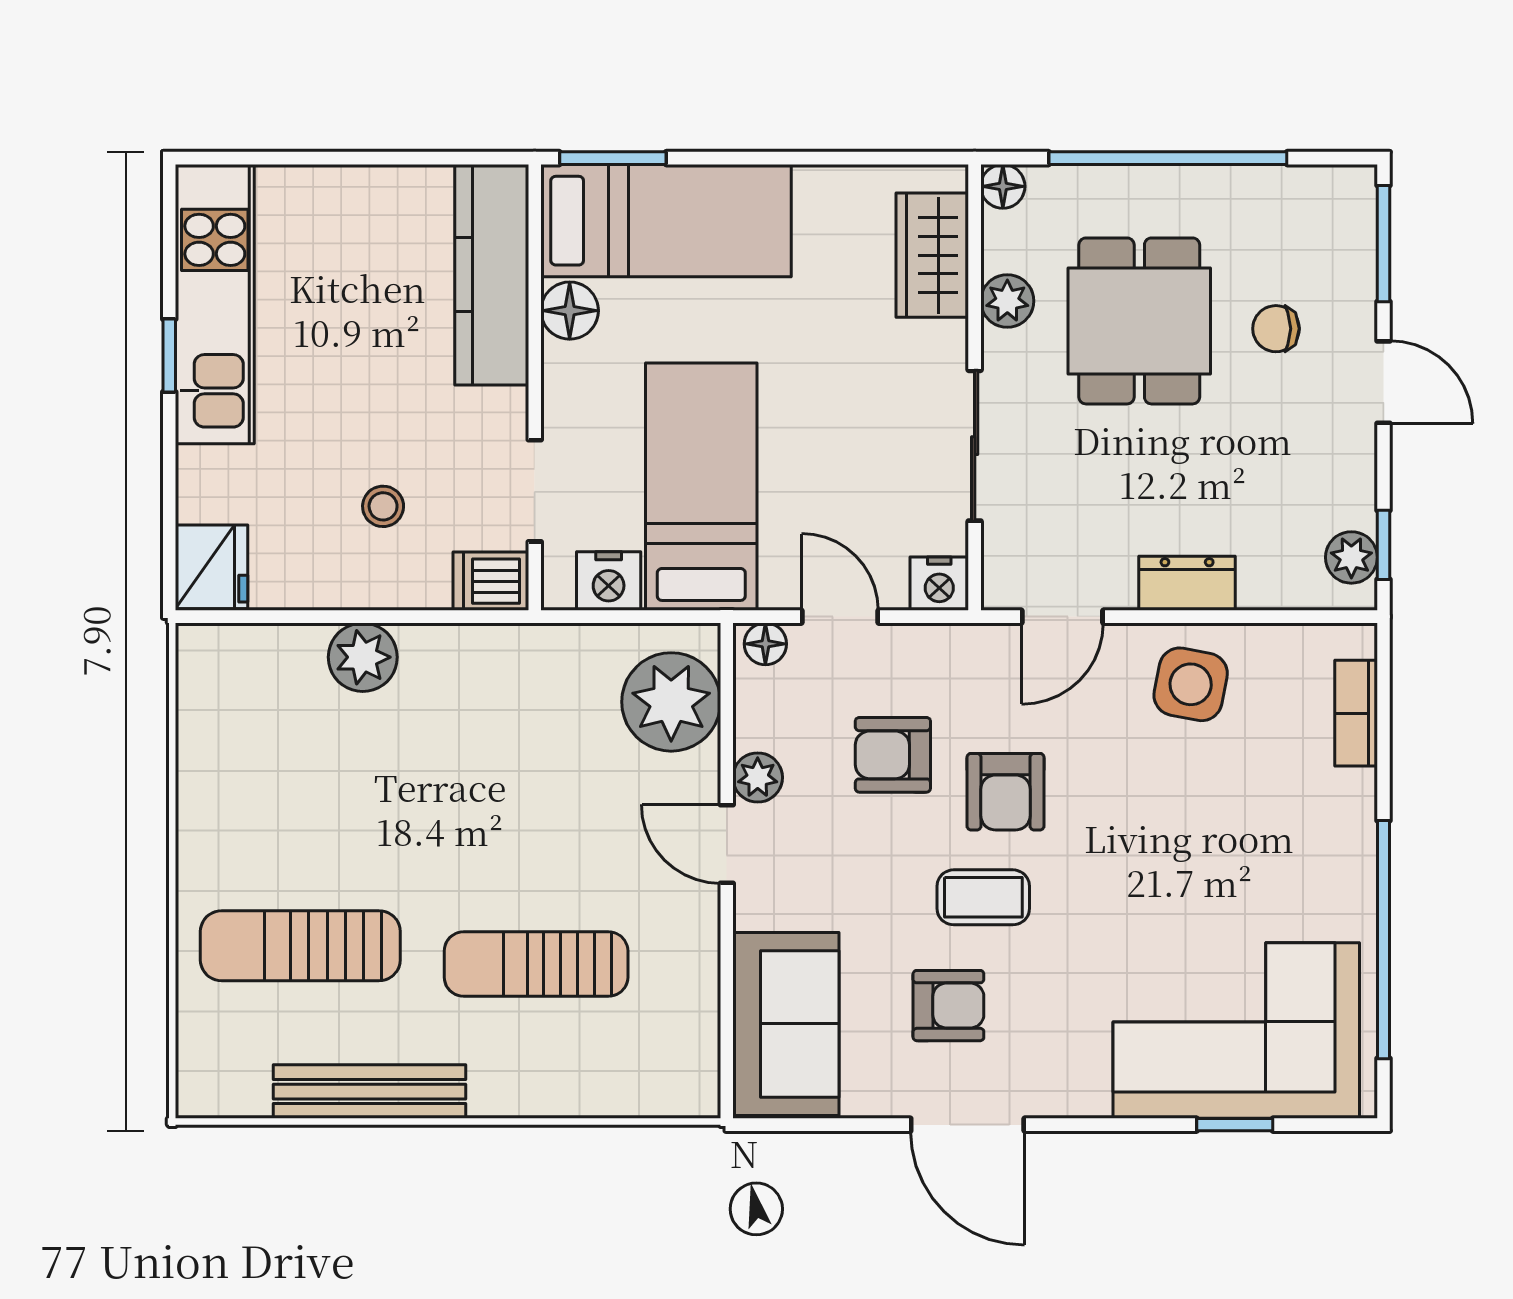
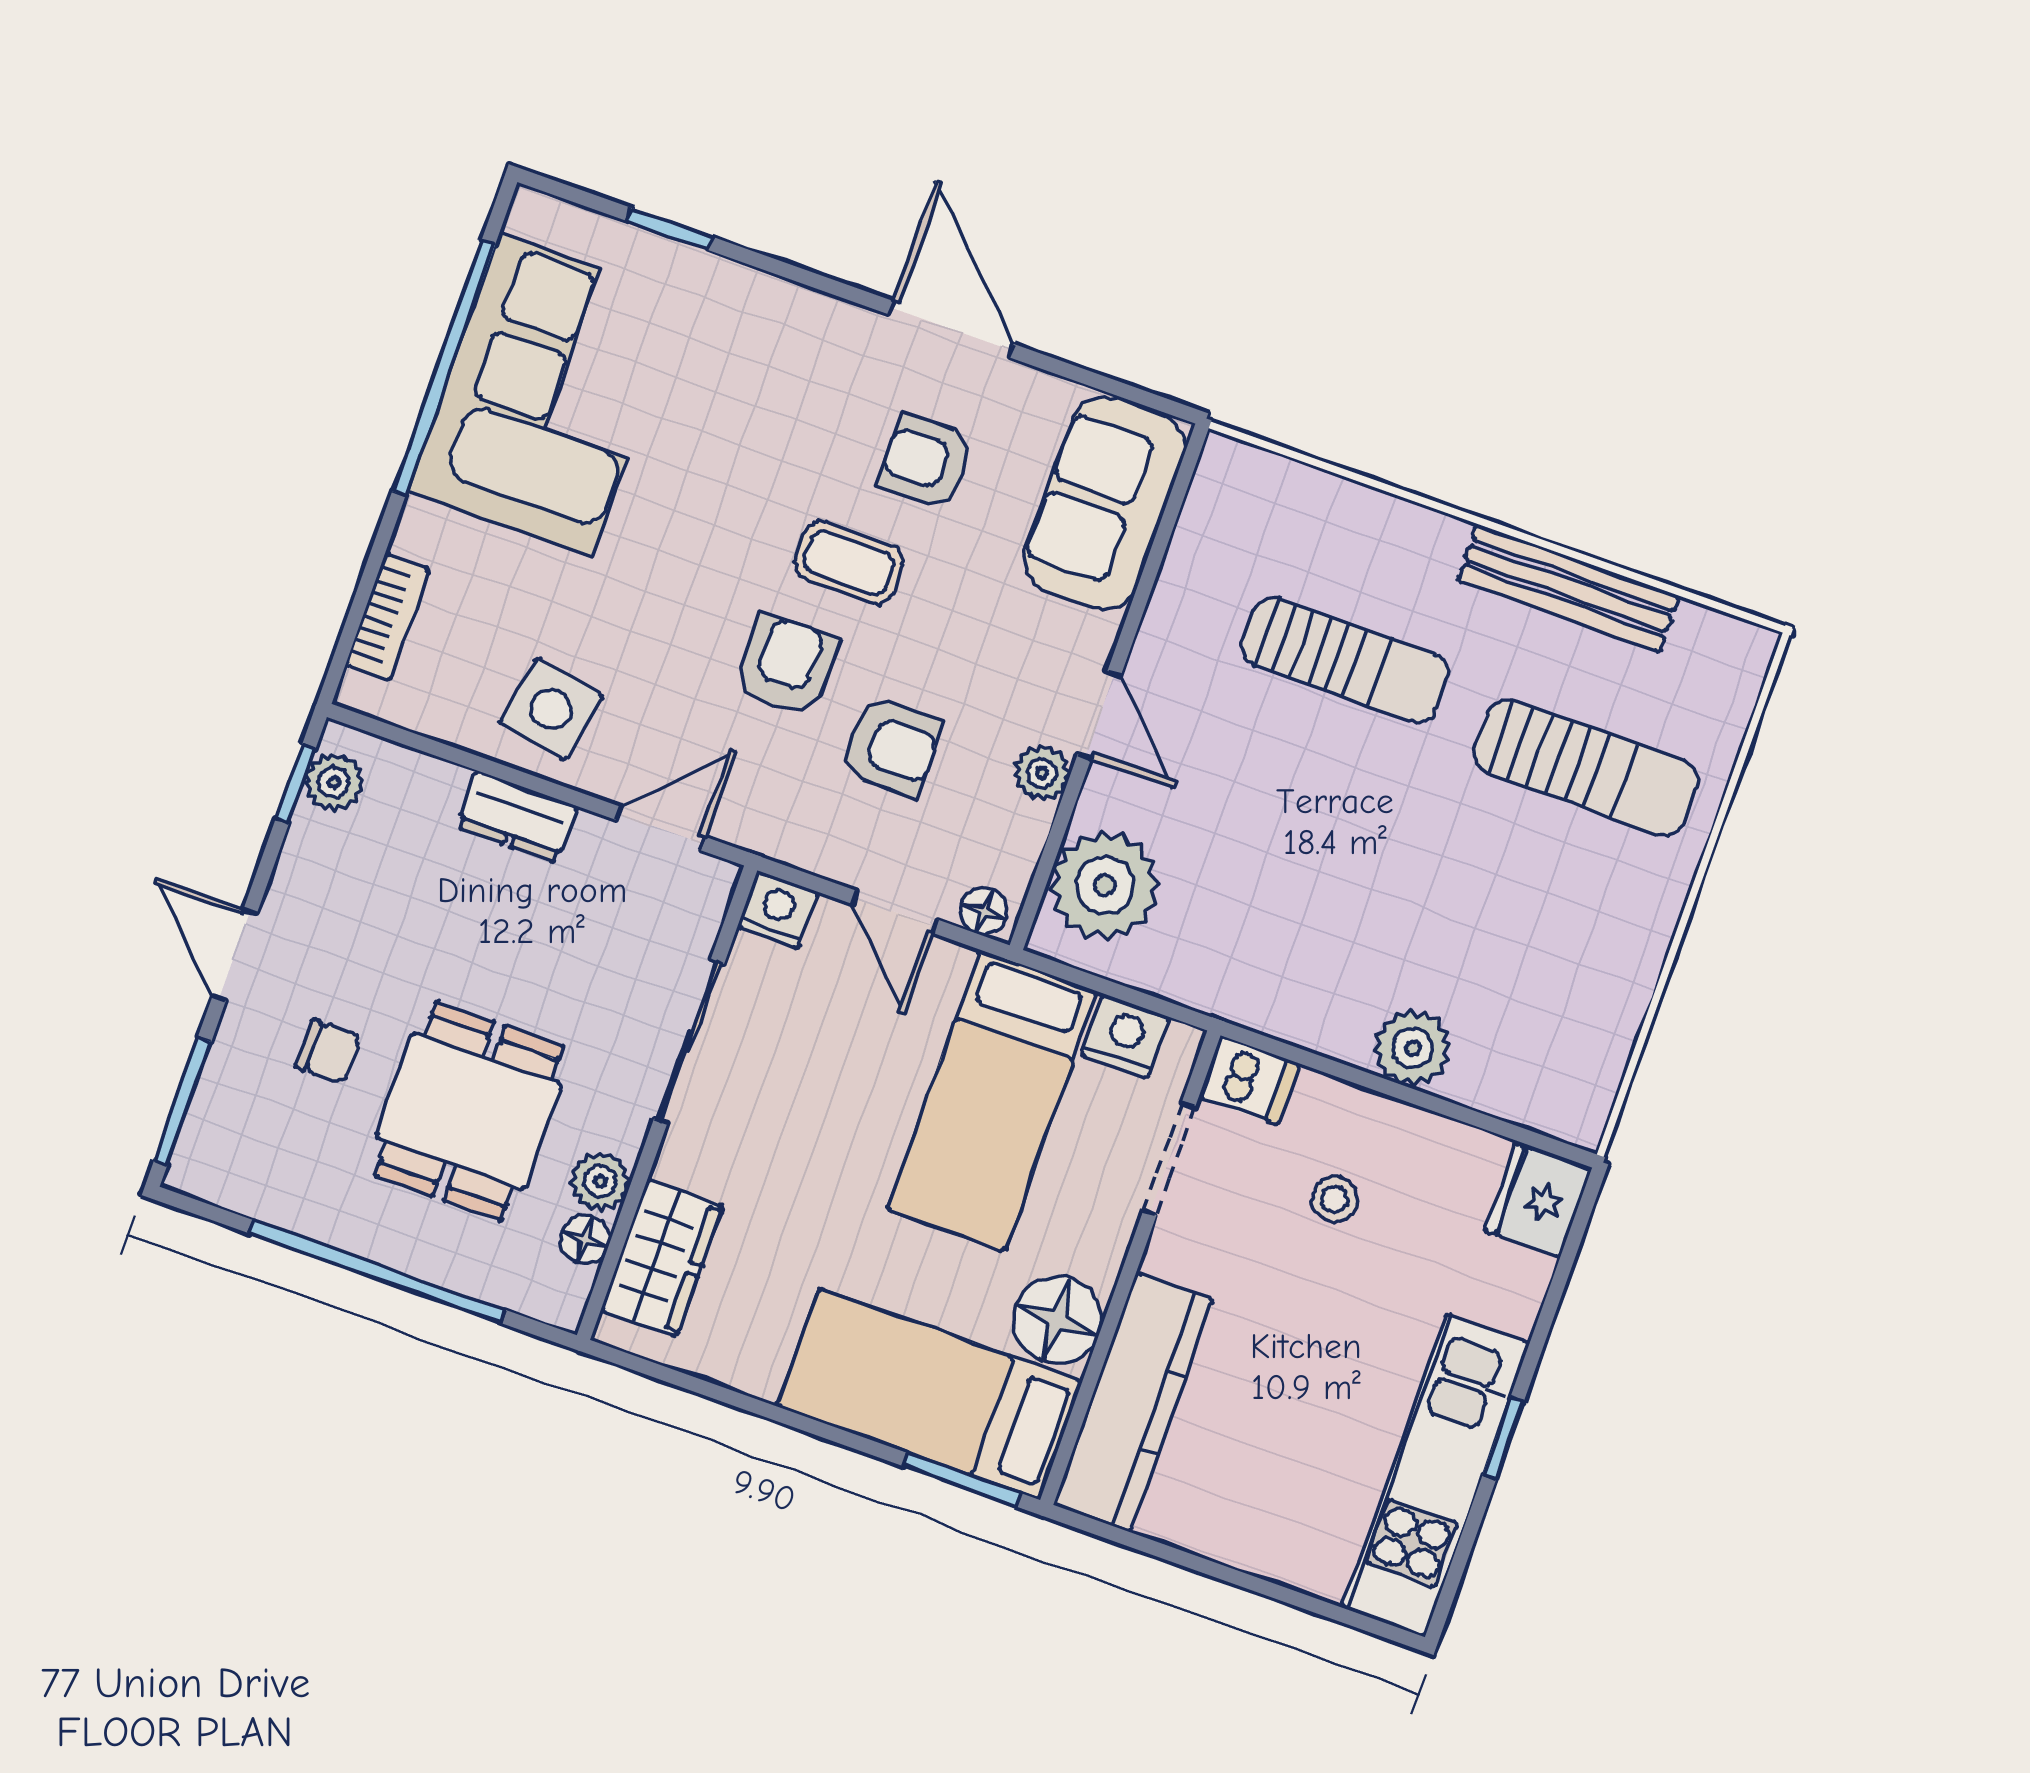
floor lamp: (1003, 186) -> (585, 1239), moved
floor lamp: (570, 311) -> (1057, 1320), width x1.38, depth x1.38
corner sofa: (1236, 1031) -> (546, 394), moved, turned -90

